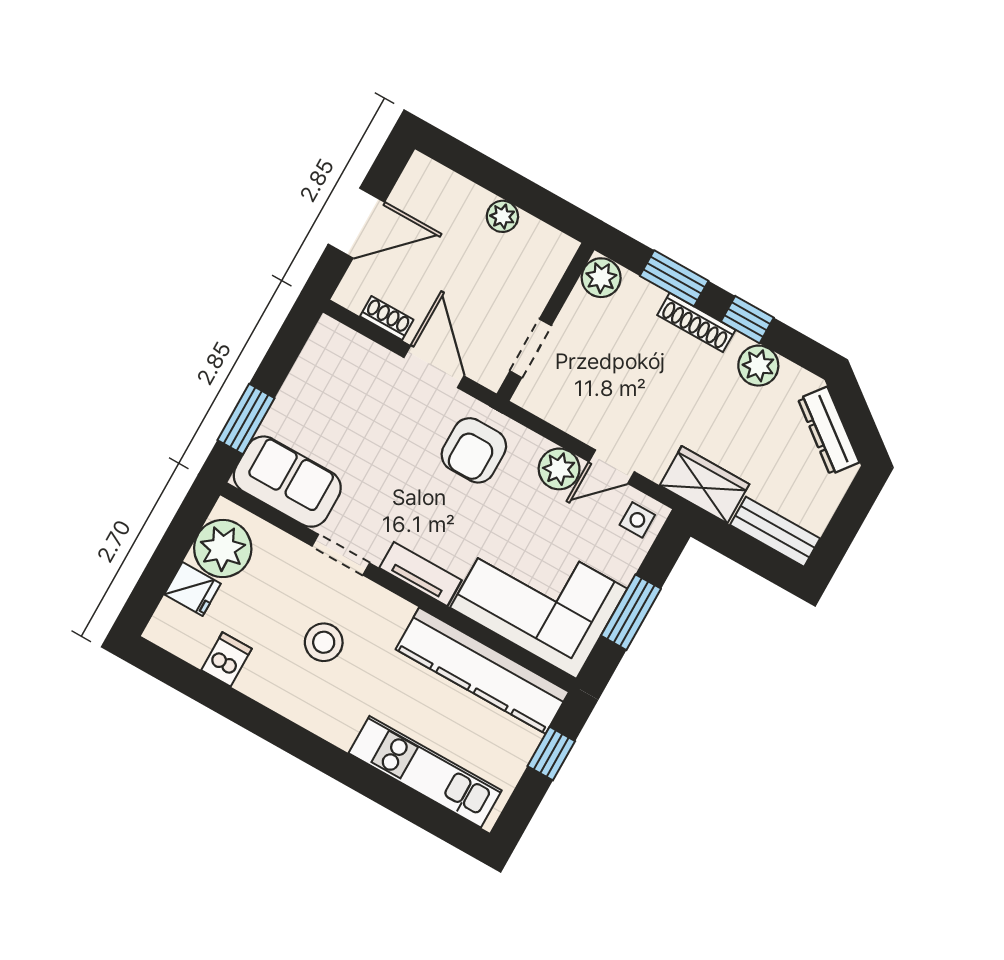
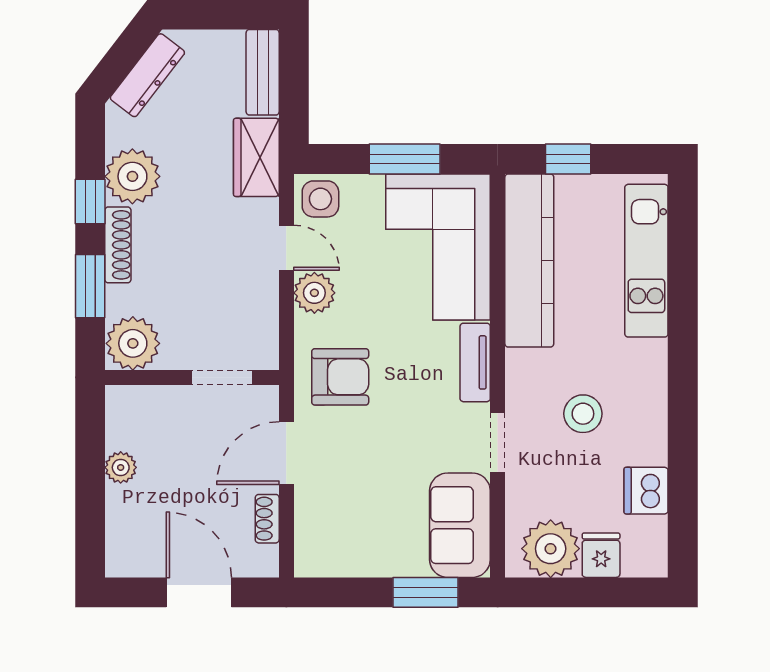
plant: (601, 278) -> (133, 343), width x1.36, depth x1.36
plant: (758, 366) -> (132, 176), width x1.36, depth x1.36
side table: (637, 520) -> (320, 199), width x1.37, depth x1.37
dishwasher: (226, 659) -> (646, 491), width x1.38

